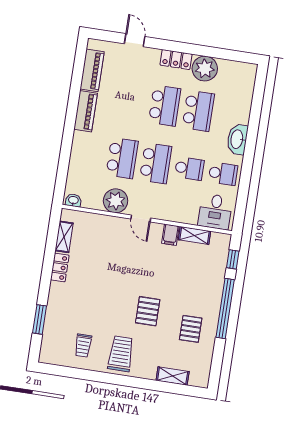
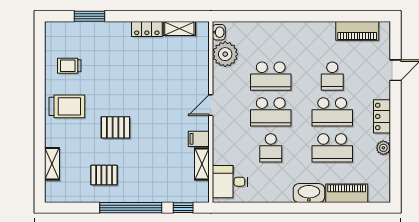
plant: (205, 69) -> (383, 148), width x0.53, depth x0.53
piano: (86, 111) -> (347, 193), moved, turned 180
school desk: (223, 174) -> (332, 76), moved
plant: (116, 201) -> (225, 54), moved

